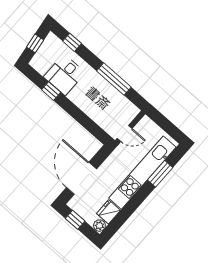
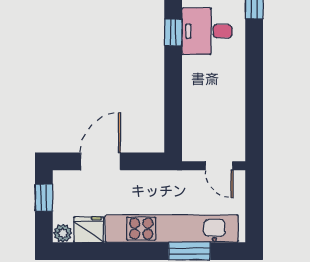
window: (114, 79) -> (254, 95), removed
door: (125, 133) -> (219, 166), moved
door: (81, 178) -> (100, 161), width x0.73

